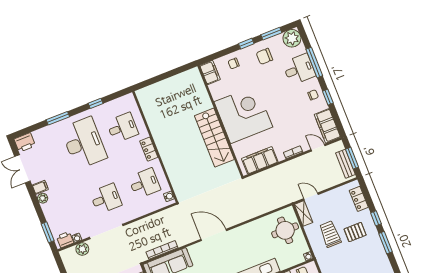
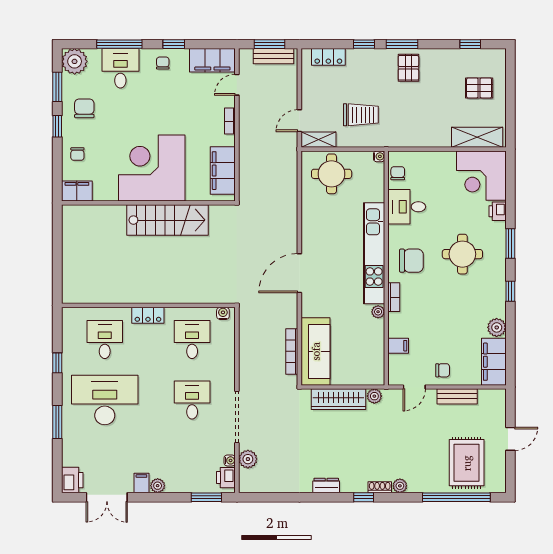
chair: (264, 56) -> (84, 108), turned 180
pallet: (355, 232) -> (408, 68), moved
trolley: (330, 234) -> (361, 115), turned 180

